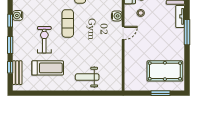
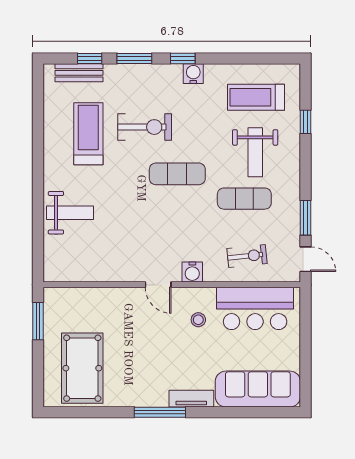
treadmill: (48, 68) -> (88, 134), turned 180
weight bench: (87, 77) -> (70, 213), turned 90
window: (161, 93) -> (38, 321), moved

